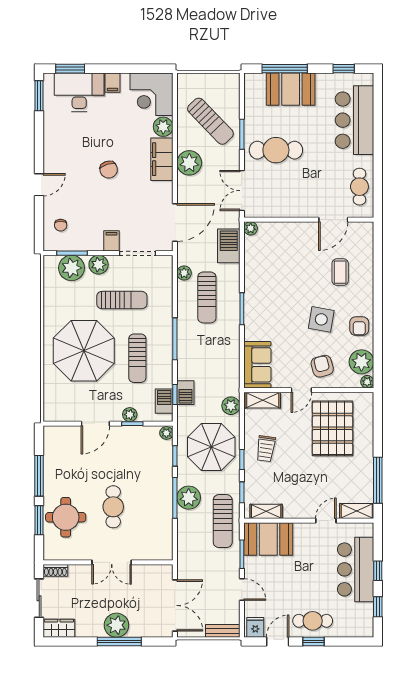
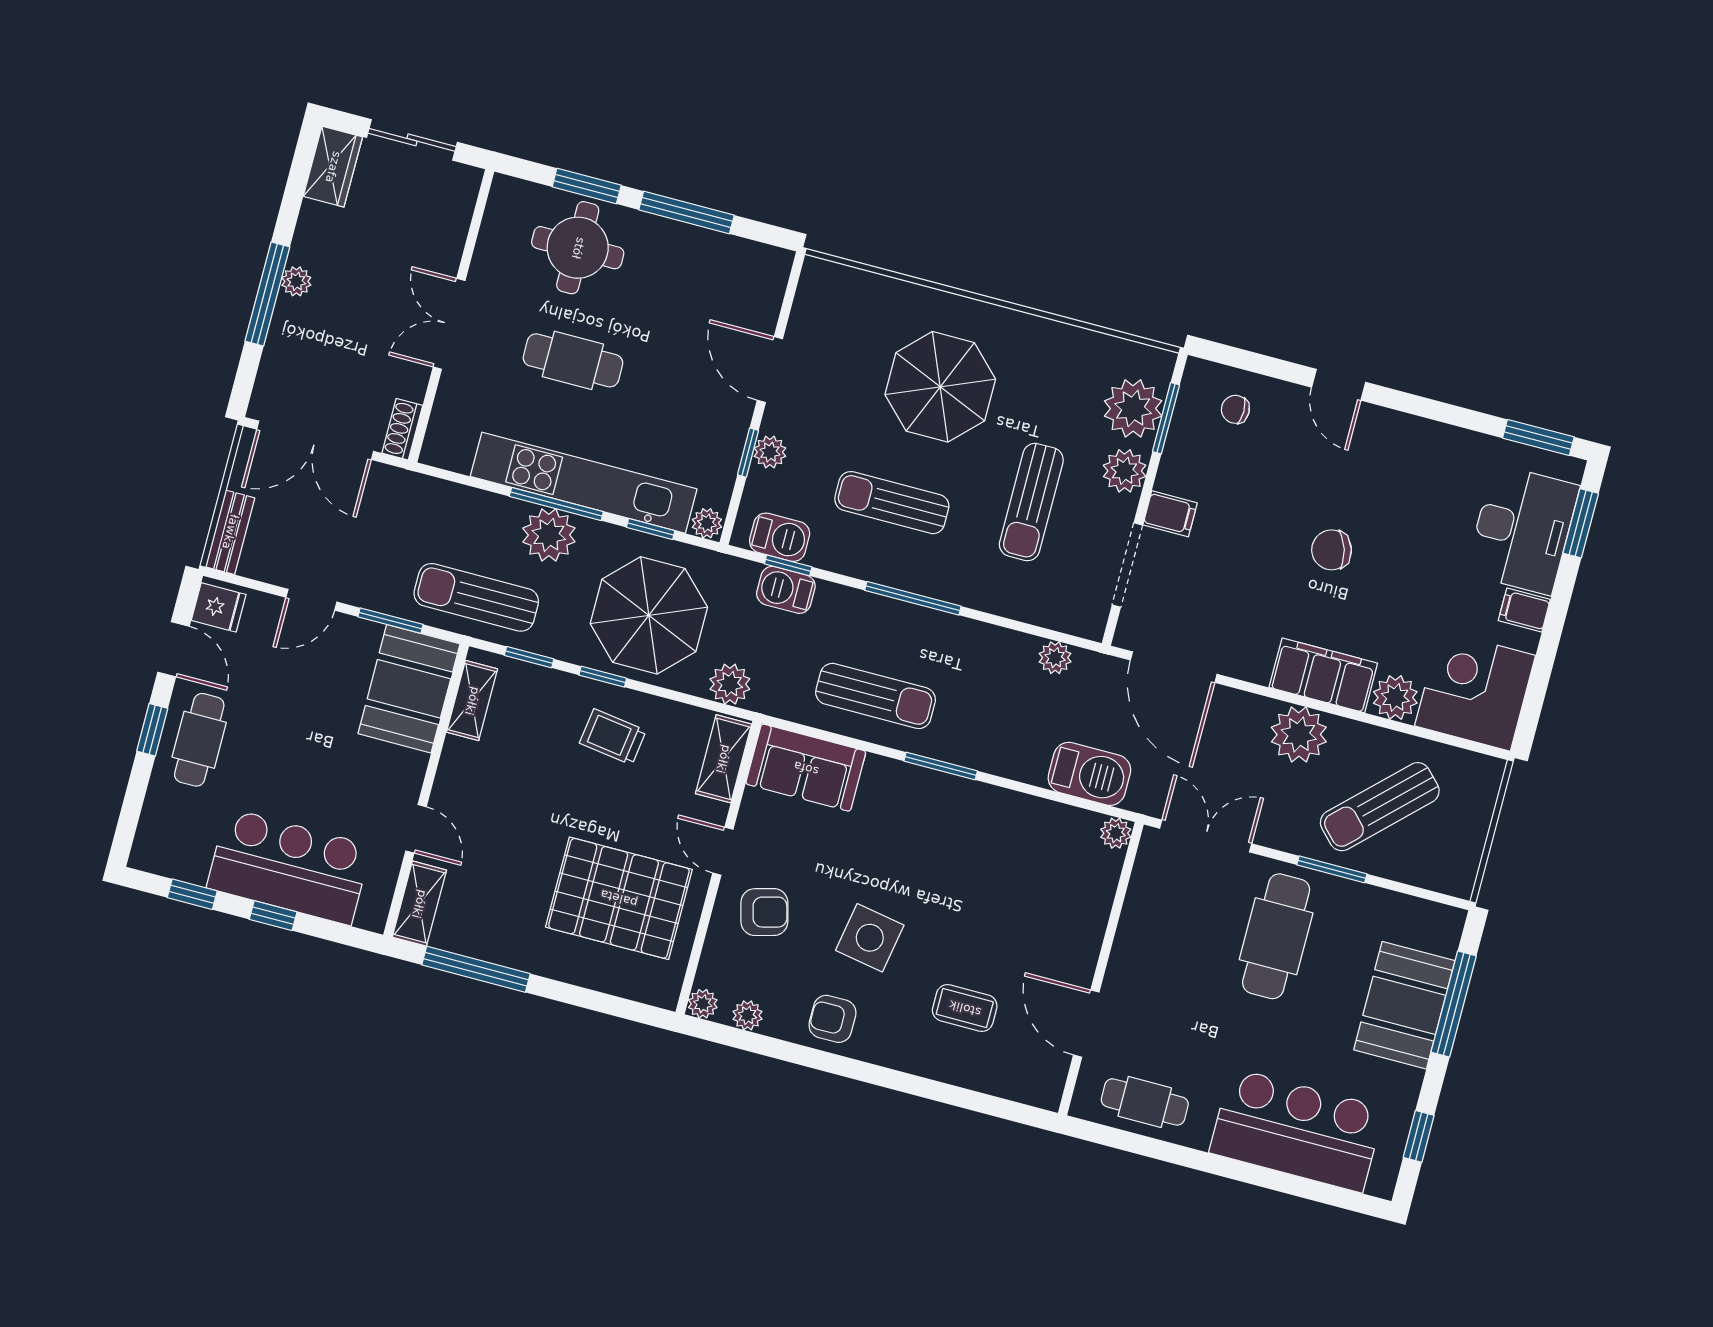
sun lounger: (207, 297) -> (876, 696), moved, turned 180
parasol: (84, 351) -> (940, 387), width x0.73, depth x0.73
plant: (361, 362) -> (747, 1015), width x0.53, depth x0.53
kitchen unit: (163, 489) -> (584, 483), added
shoe rack: (55, 570) -> (402, 429), moved
plant: (116, 625) -> (296, 281), width x0.53, depth x0.53

